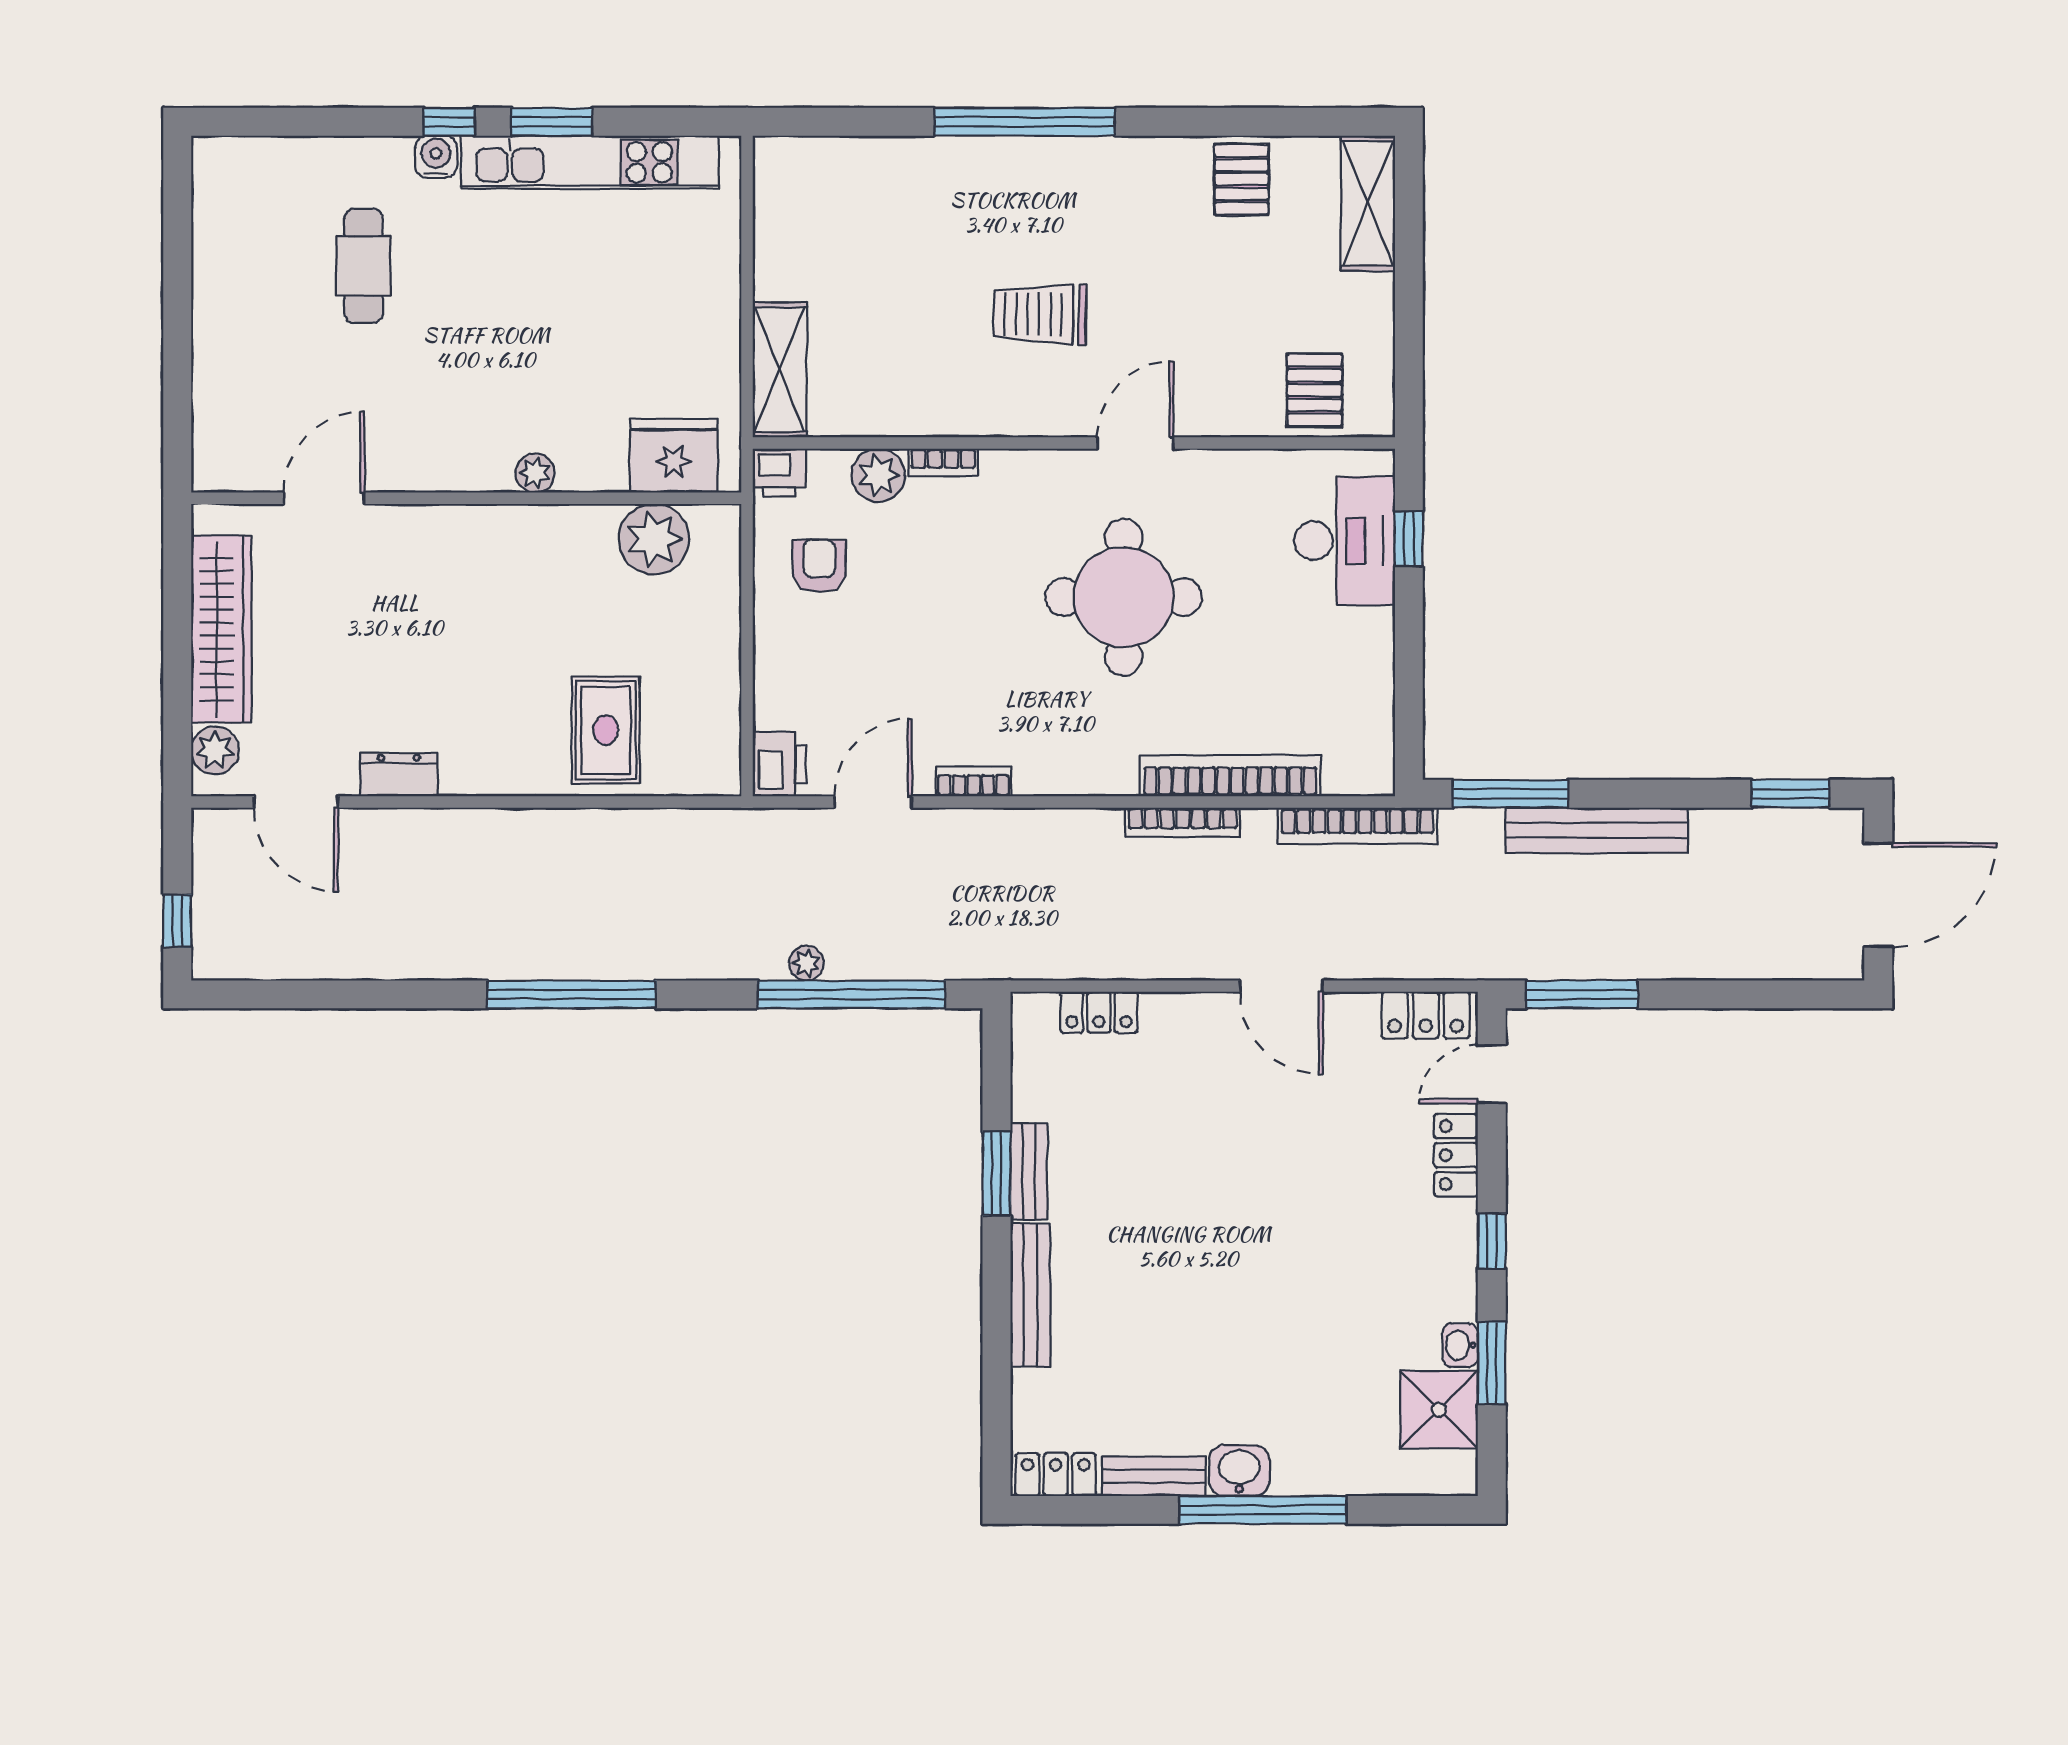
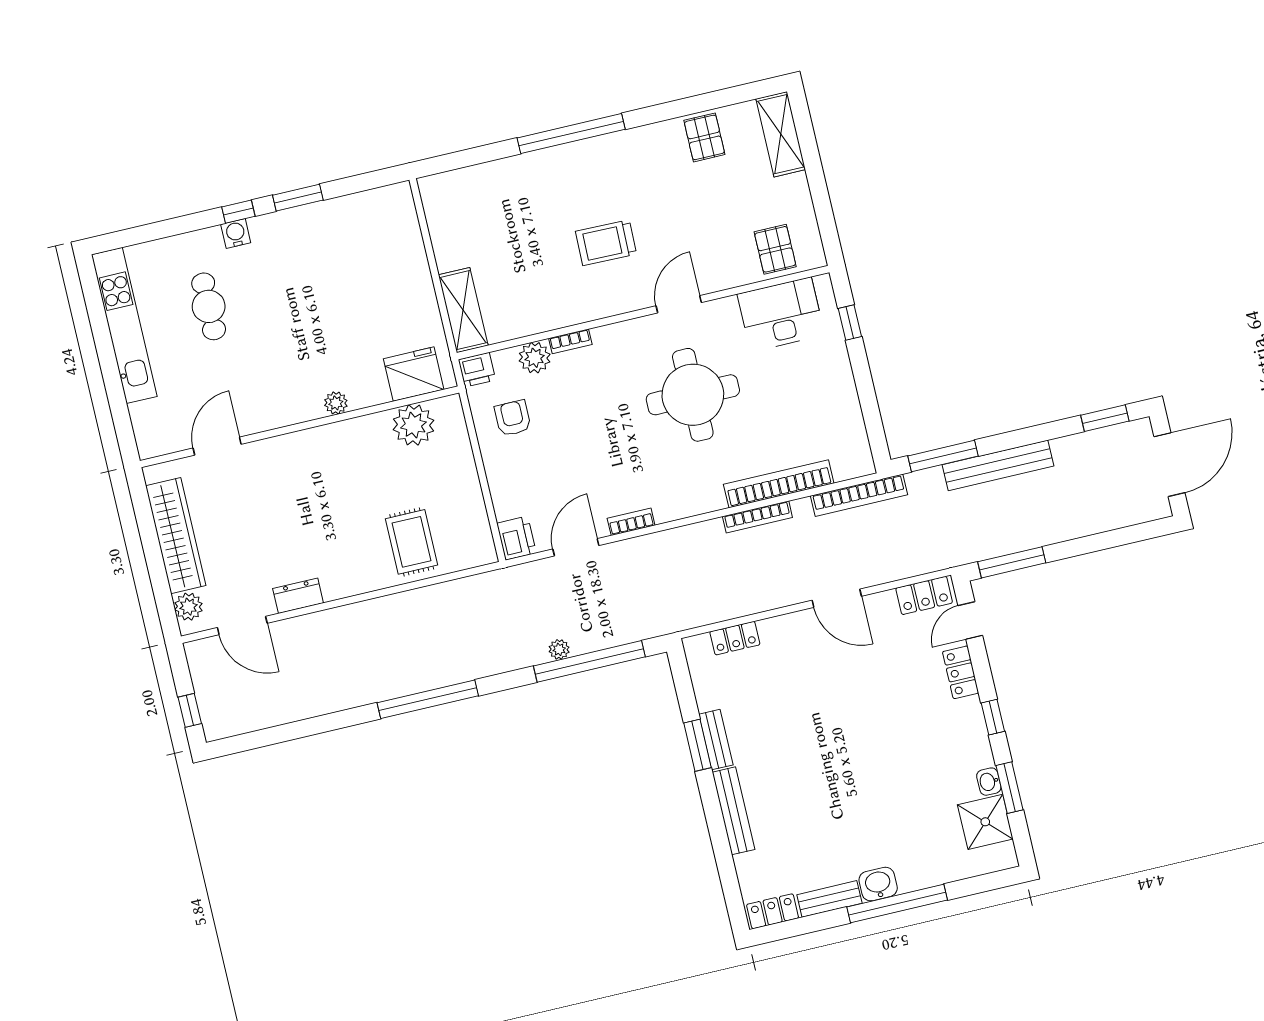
kitchen unit: (590, 162) -> (124, 325), moved, turned -90
desk: (1345, 541) -> (781, 314), moved, turned -90

